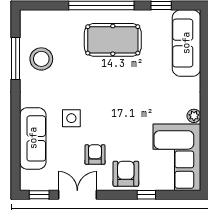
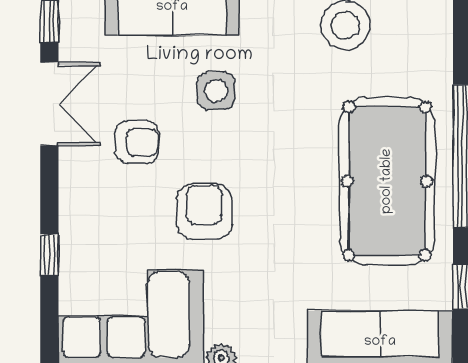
pool table: (113, 40) -> (387, 181), width x1.36, depth x1.32
armchair: (126, 174) -> (204, 212), moved, turned -90

